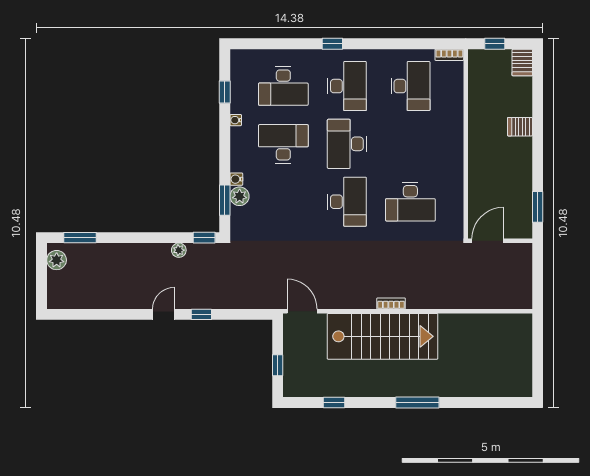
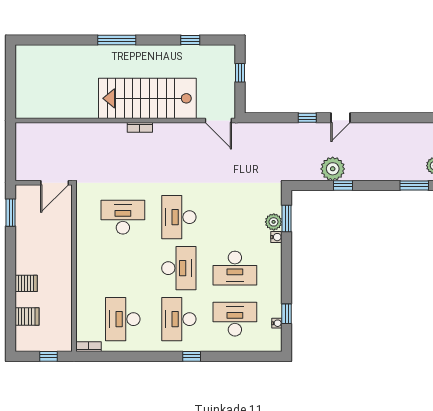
server rack: (522, 62) -> (27, 317), moved, turned 90
water cooler: (236, 120) -> (277, 323), moved
window: (204, 238) -> (343, 185), moved
plant: (179, 250) -> (333, 169), width x1.87, depth x1.87

